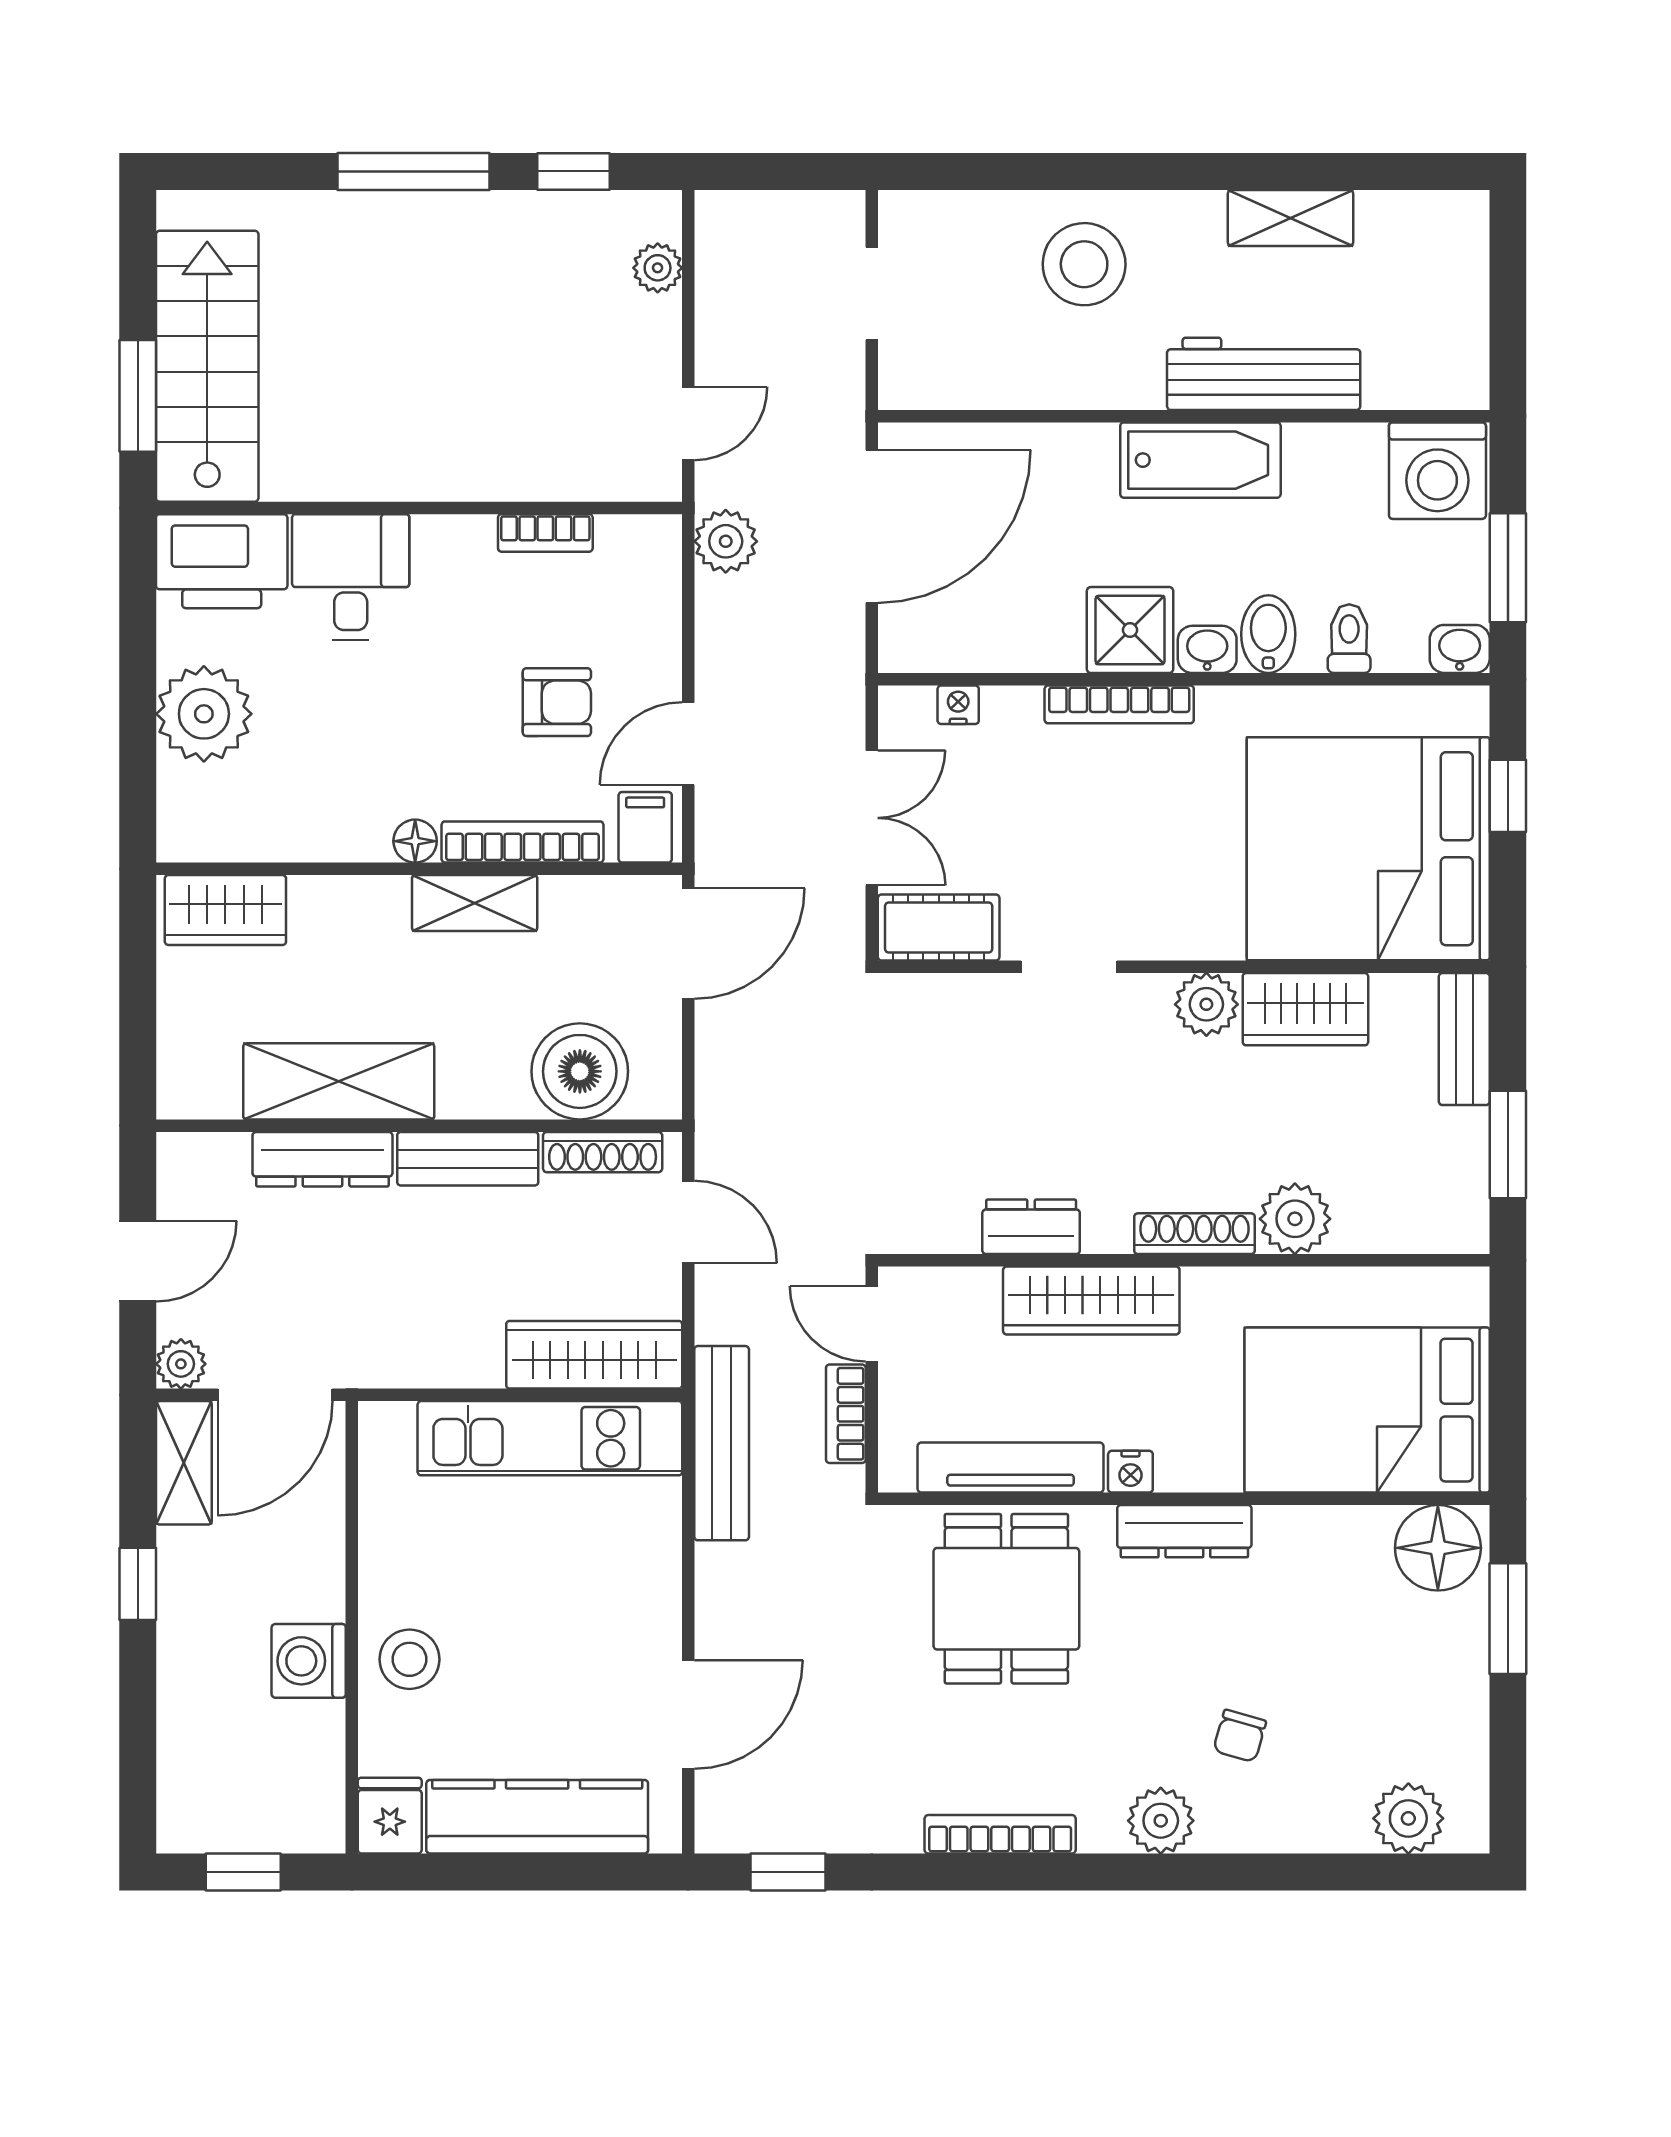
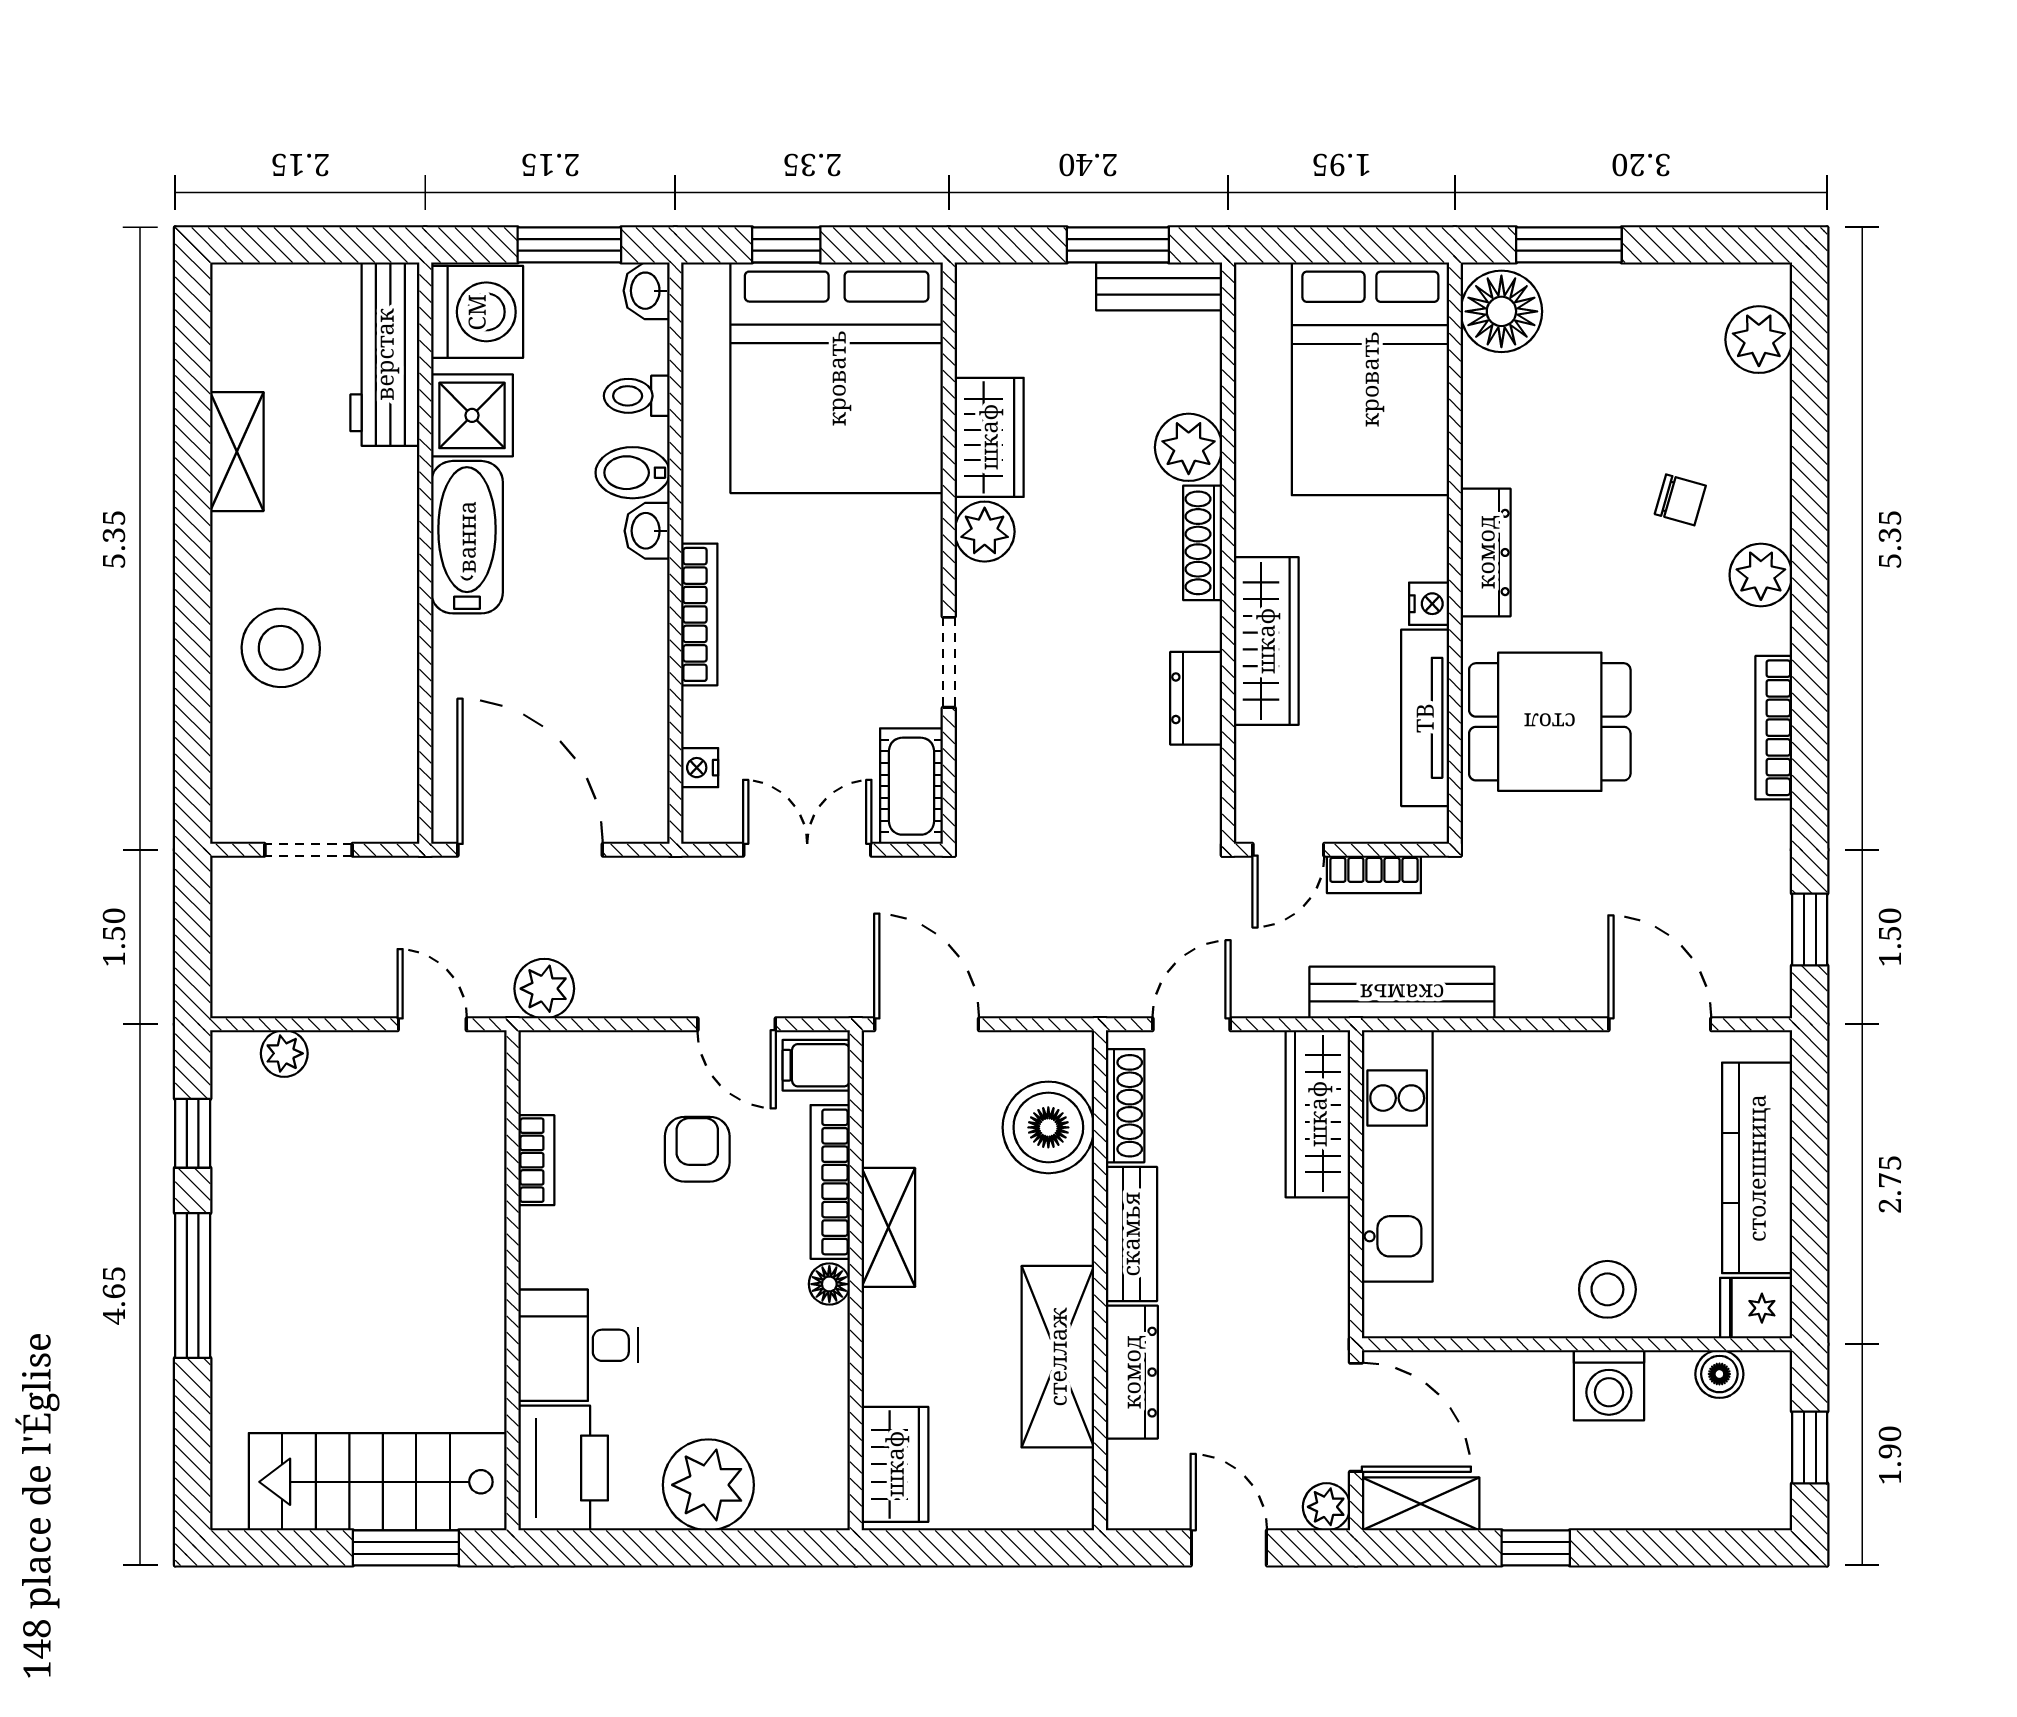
workbench: (1264, 374) -> (385, 354), moved
shower: (1130, 630) -> (472, 415), moved
bench: (1464, 1039) -> (1159, 286), moved
boiler: (320, 1777) -> (1719, 1374), added

